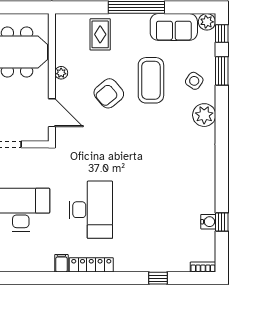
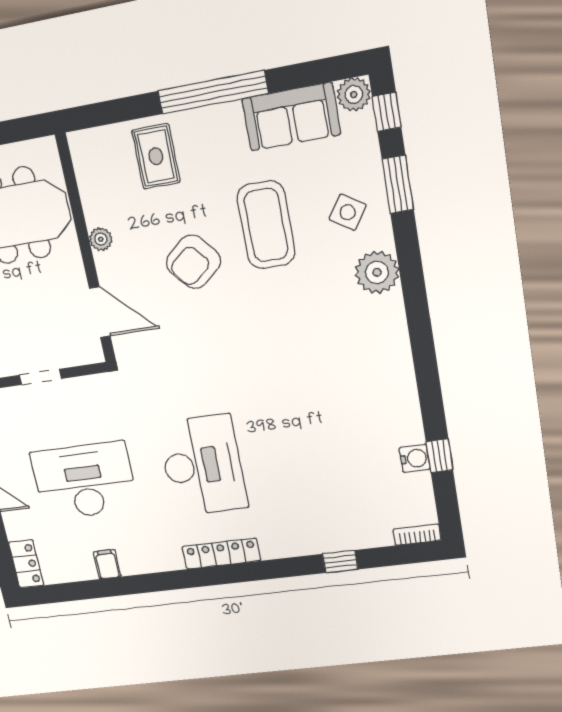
filing cabinet: (61, 263) -> (107, 564), moved

